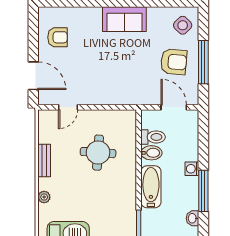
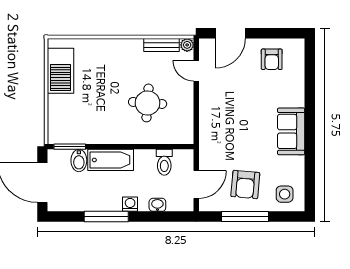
side table: (183, 25) -> (285, 194), turned 45
bidet: (151, 153) -> (79, 161), moved
bench: (44, 160) -> (161, 45), moved
plant: (44, 197) -> (187, 45), moved
washbasin: (193, 218) -> (157, 205), moved

